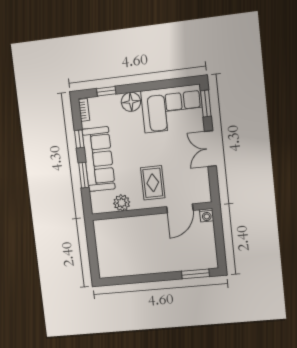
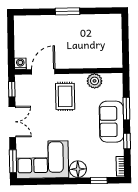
sofa: (99, 159) -> (112, 122), width x0.73
window: (214, 186) -> (12, 89), added
window: (195, 274) -> (68, 11), moved

